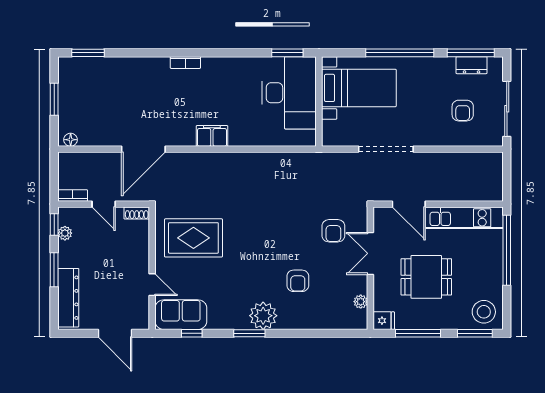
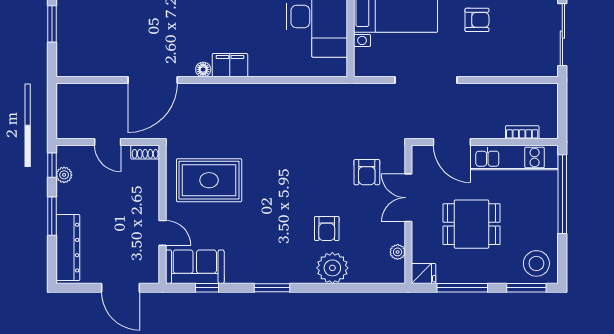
armchair: (463, 111) -> (477, 20), moved, turned -90
floor lamp: (71, 140) -> (203, 69), moved
bookcase: (73, 195) -> (522, 132), moved
plant: (263, 316) -> (332, 268), moved

